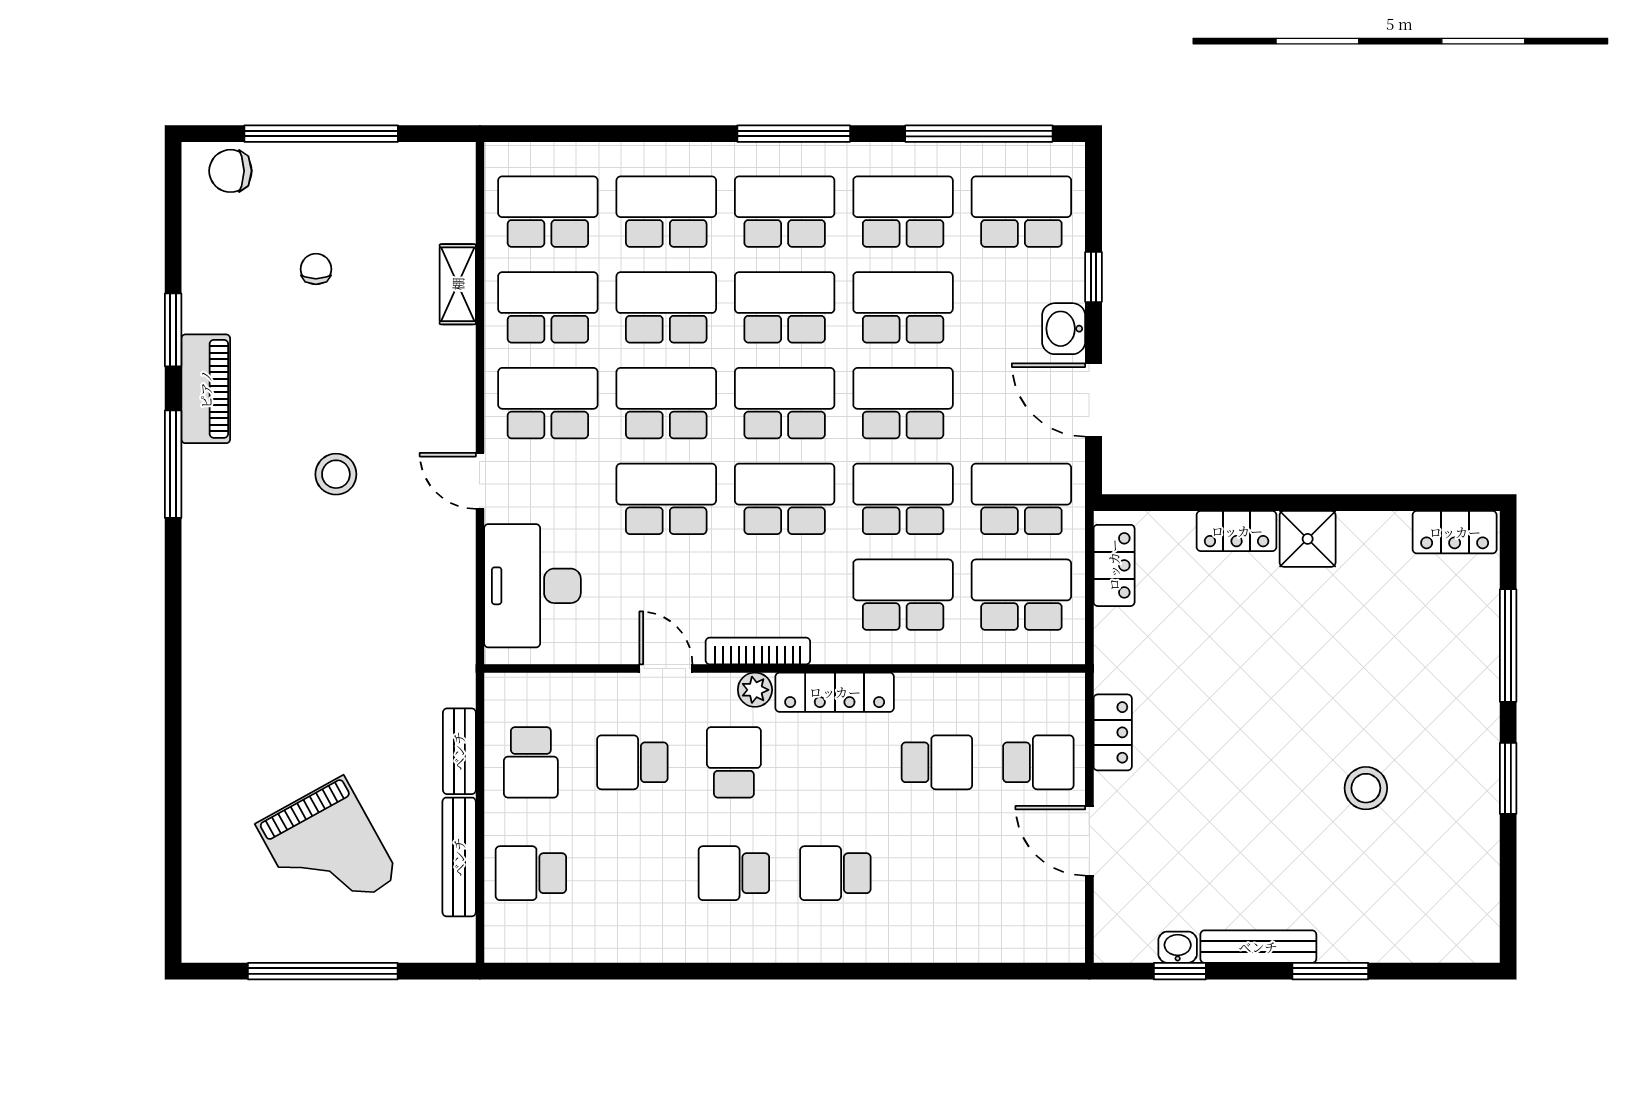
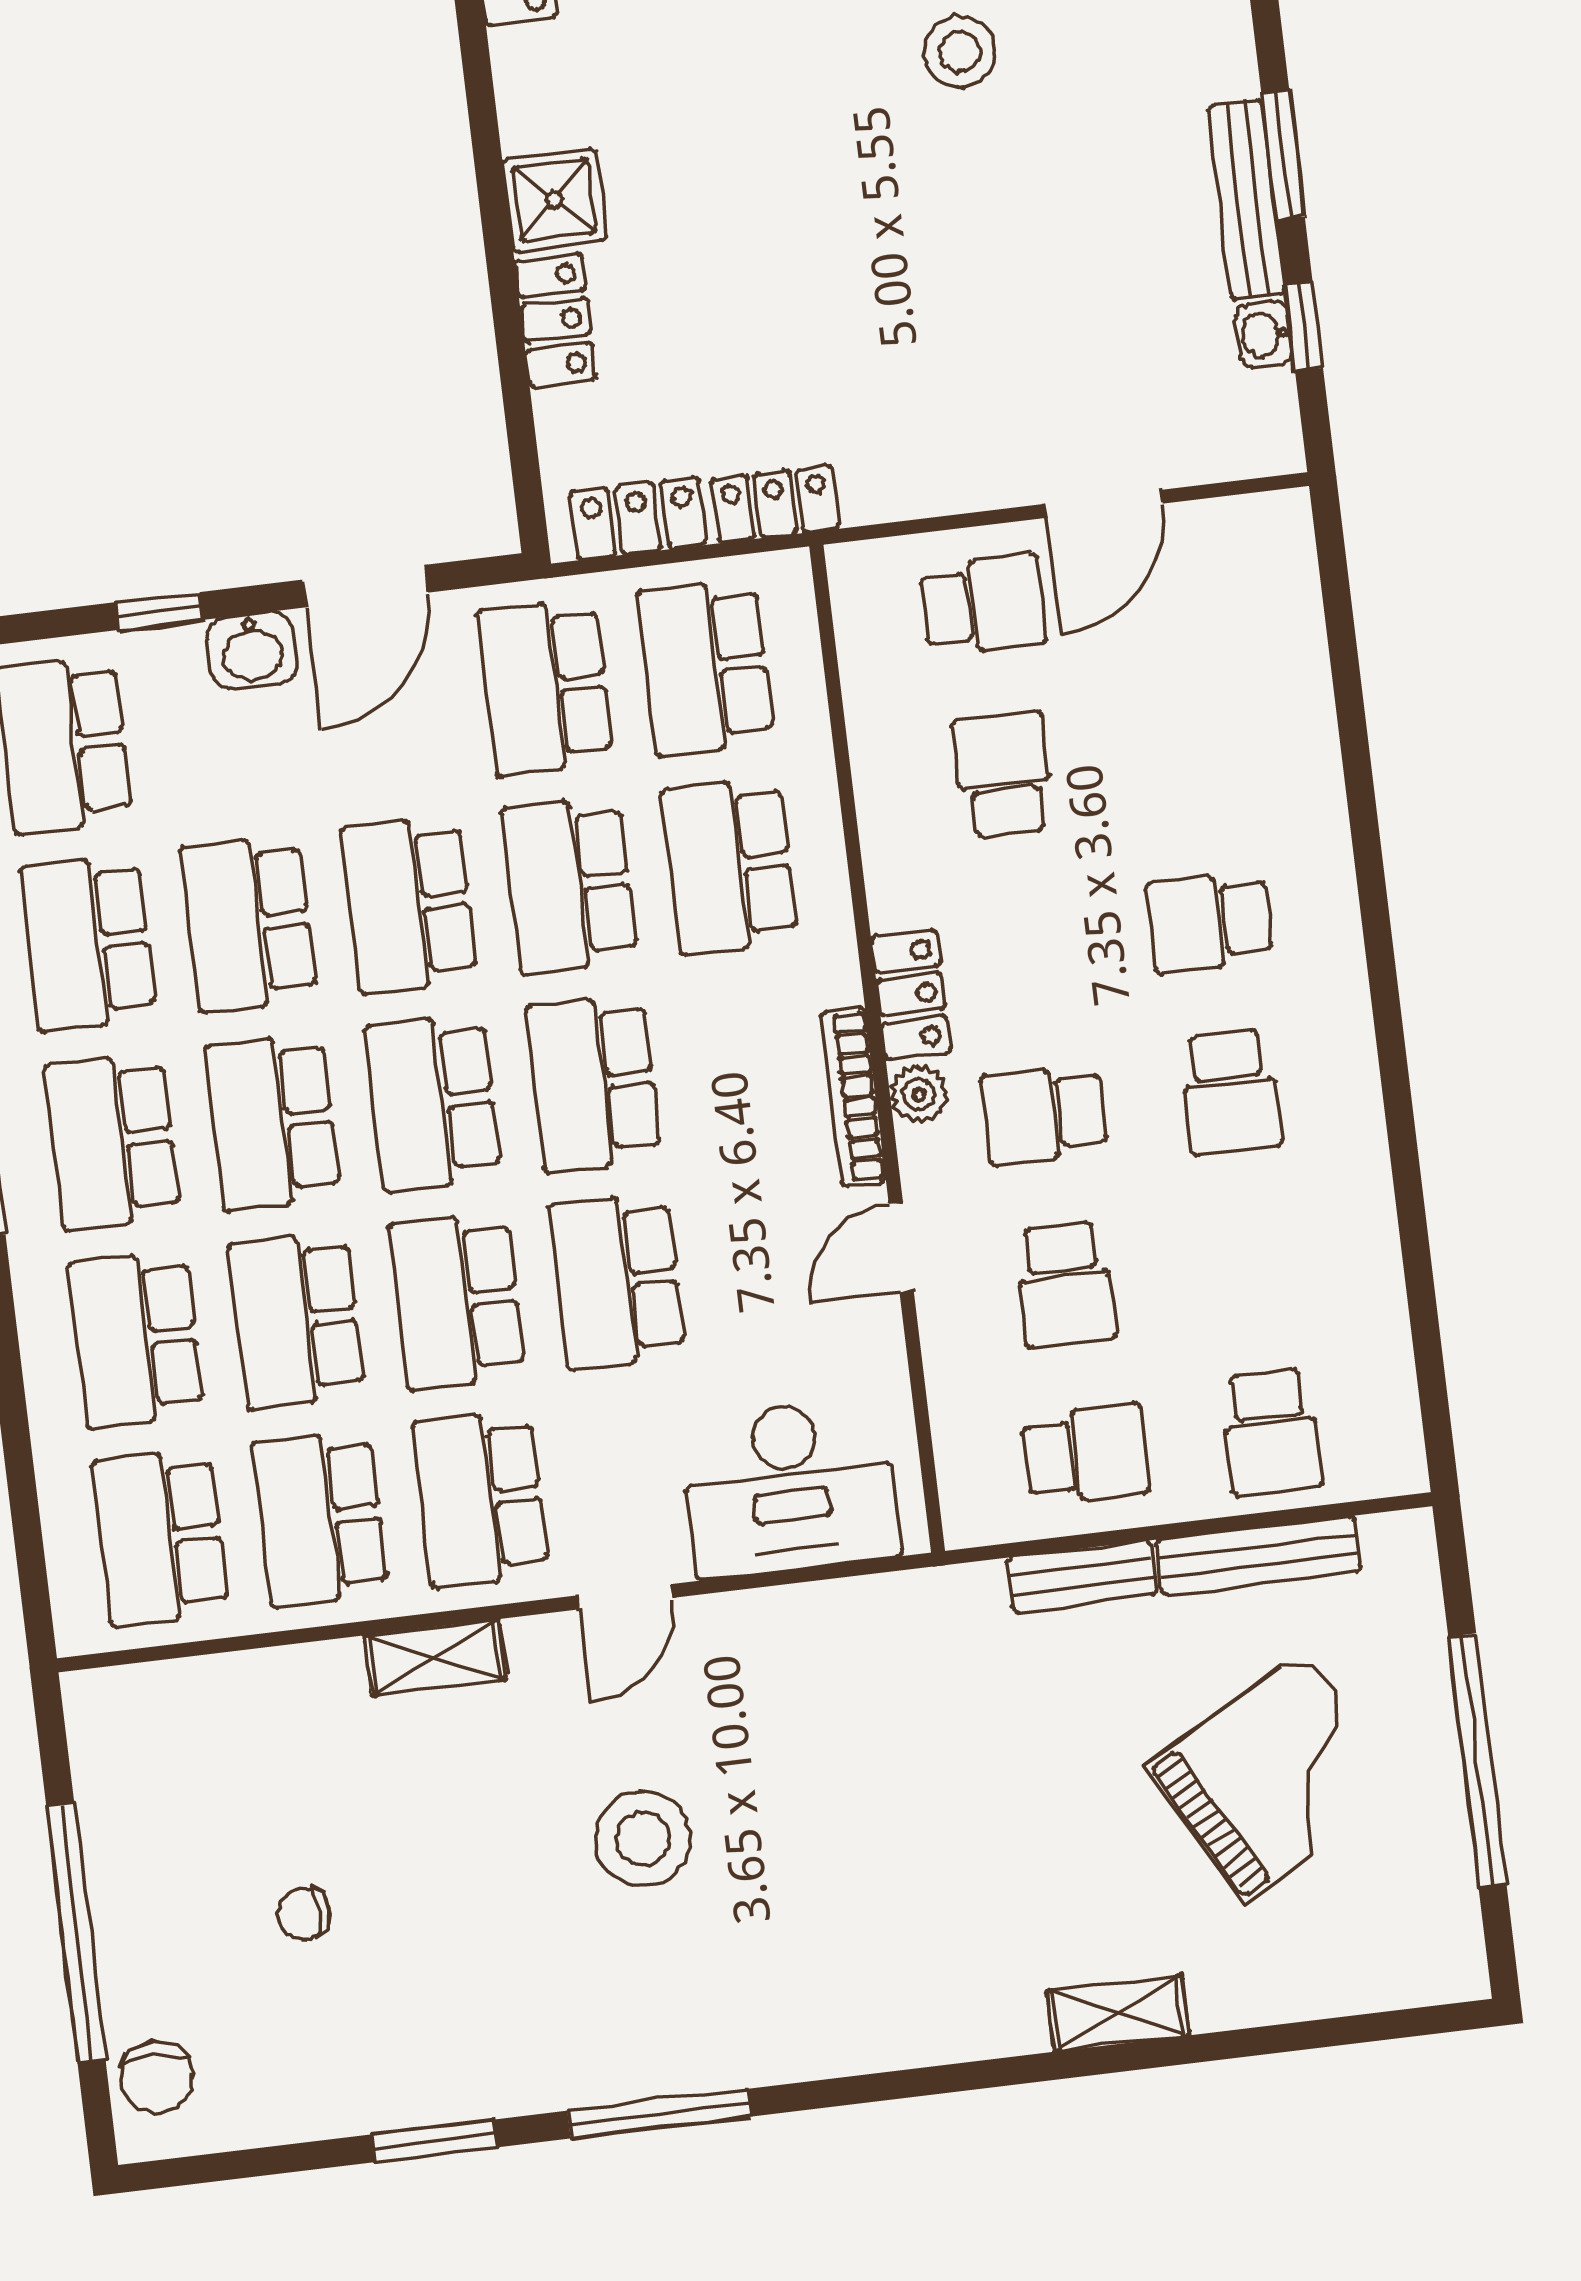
shelving: (458, 284) -> (435, 1657), moved
piano: (206, 389) -> (526, 2074), removed
stool: (336, 474) -> (643, 1839), width x1.38, depth x1.38
locker: (835, 692) -> (911, 994), width x0.66
locker: (1113, 732) -> (775, 504), moved
shelving: (200, 741) -> (1118, 2013), added
school desk: (1038, 762) -> (983, 605), turned 90
school desk: (835, 873) -> (1210, 922), turned 90
window: (1330, 971) -> (1283, 154), moved

